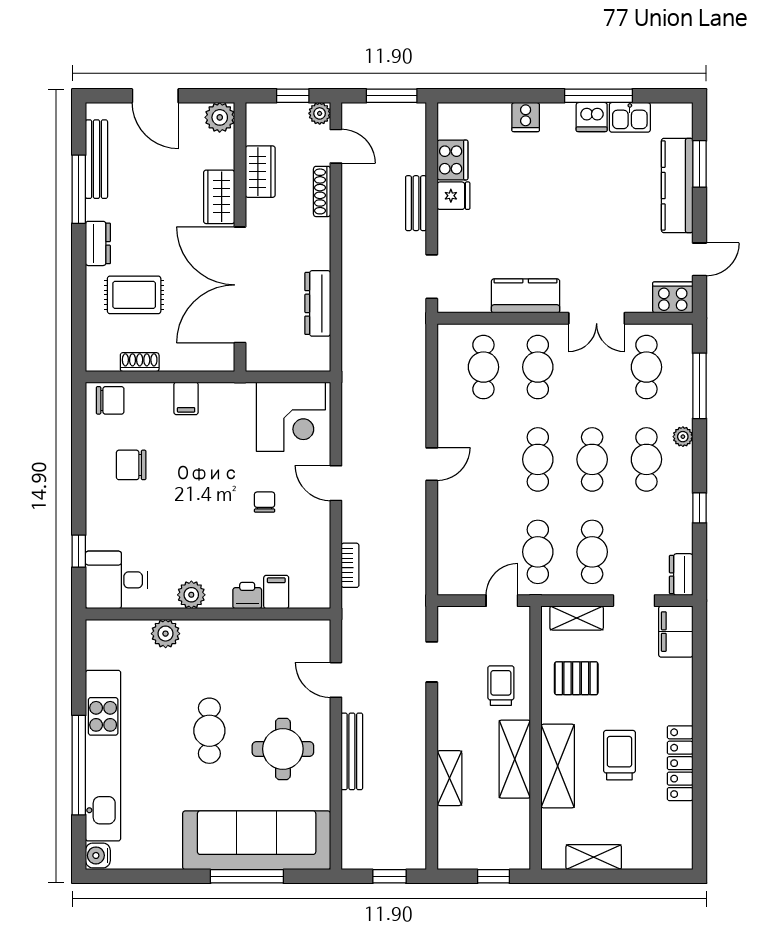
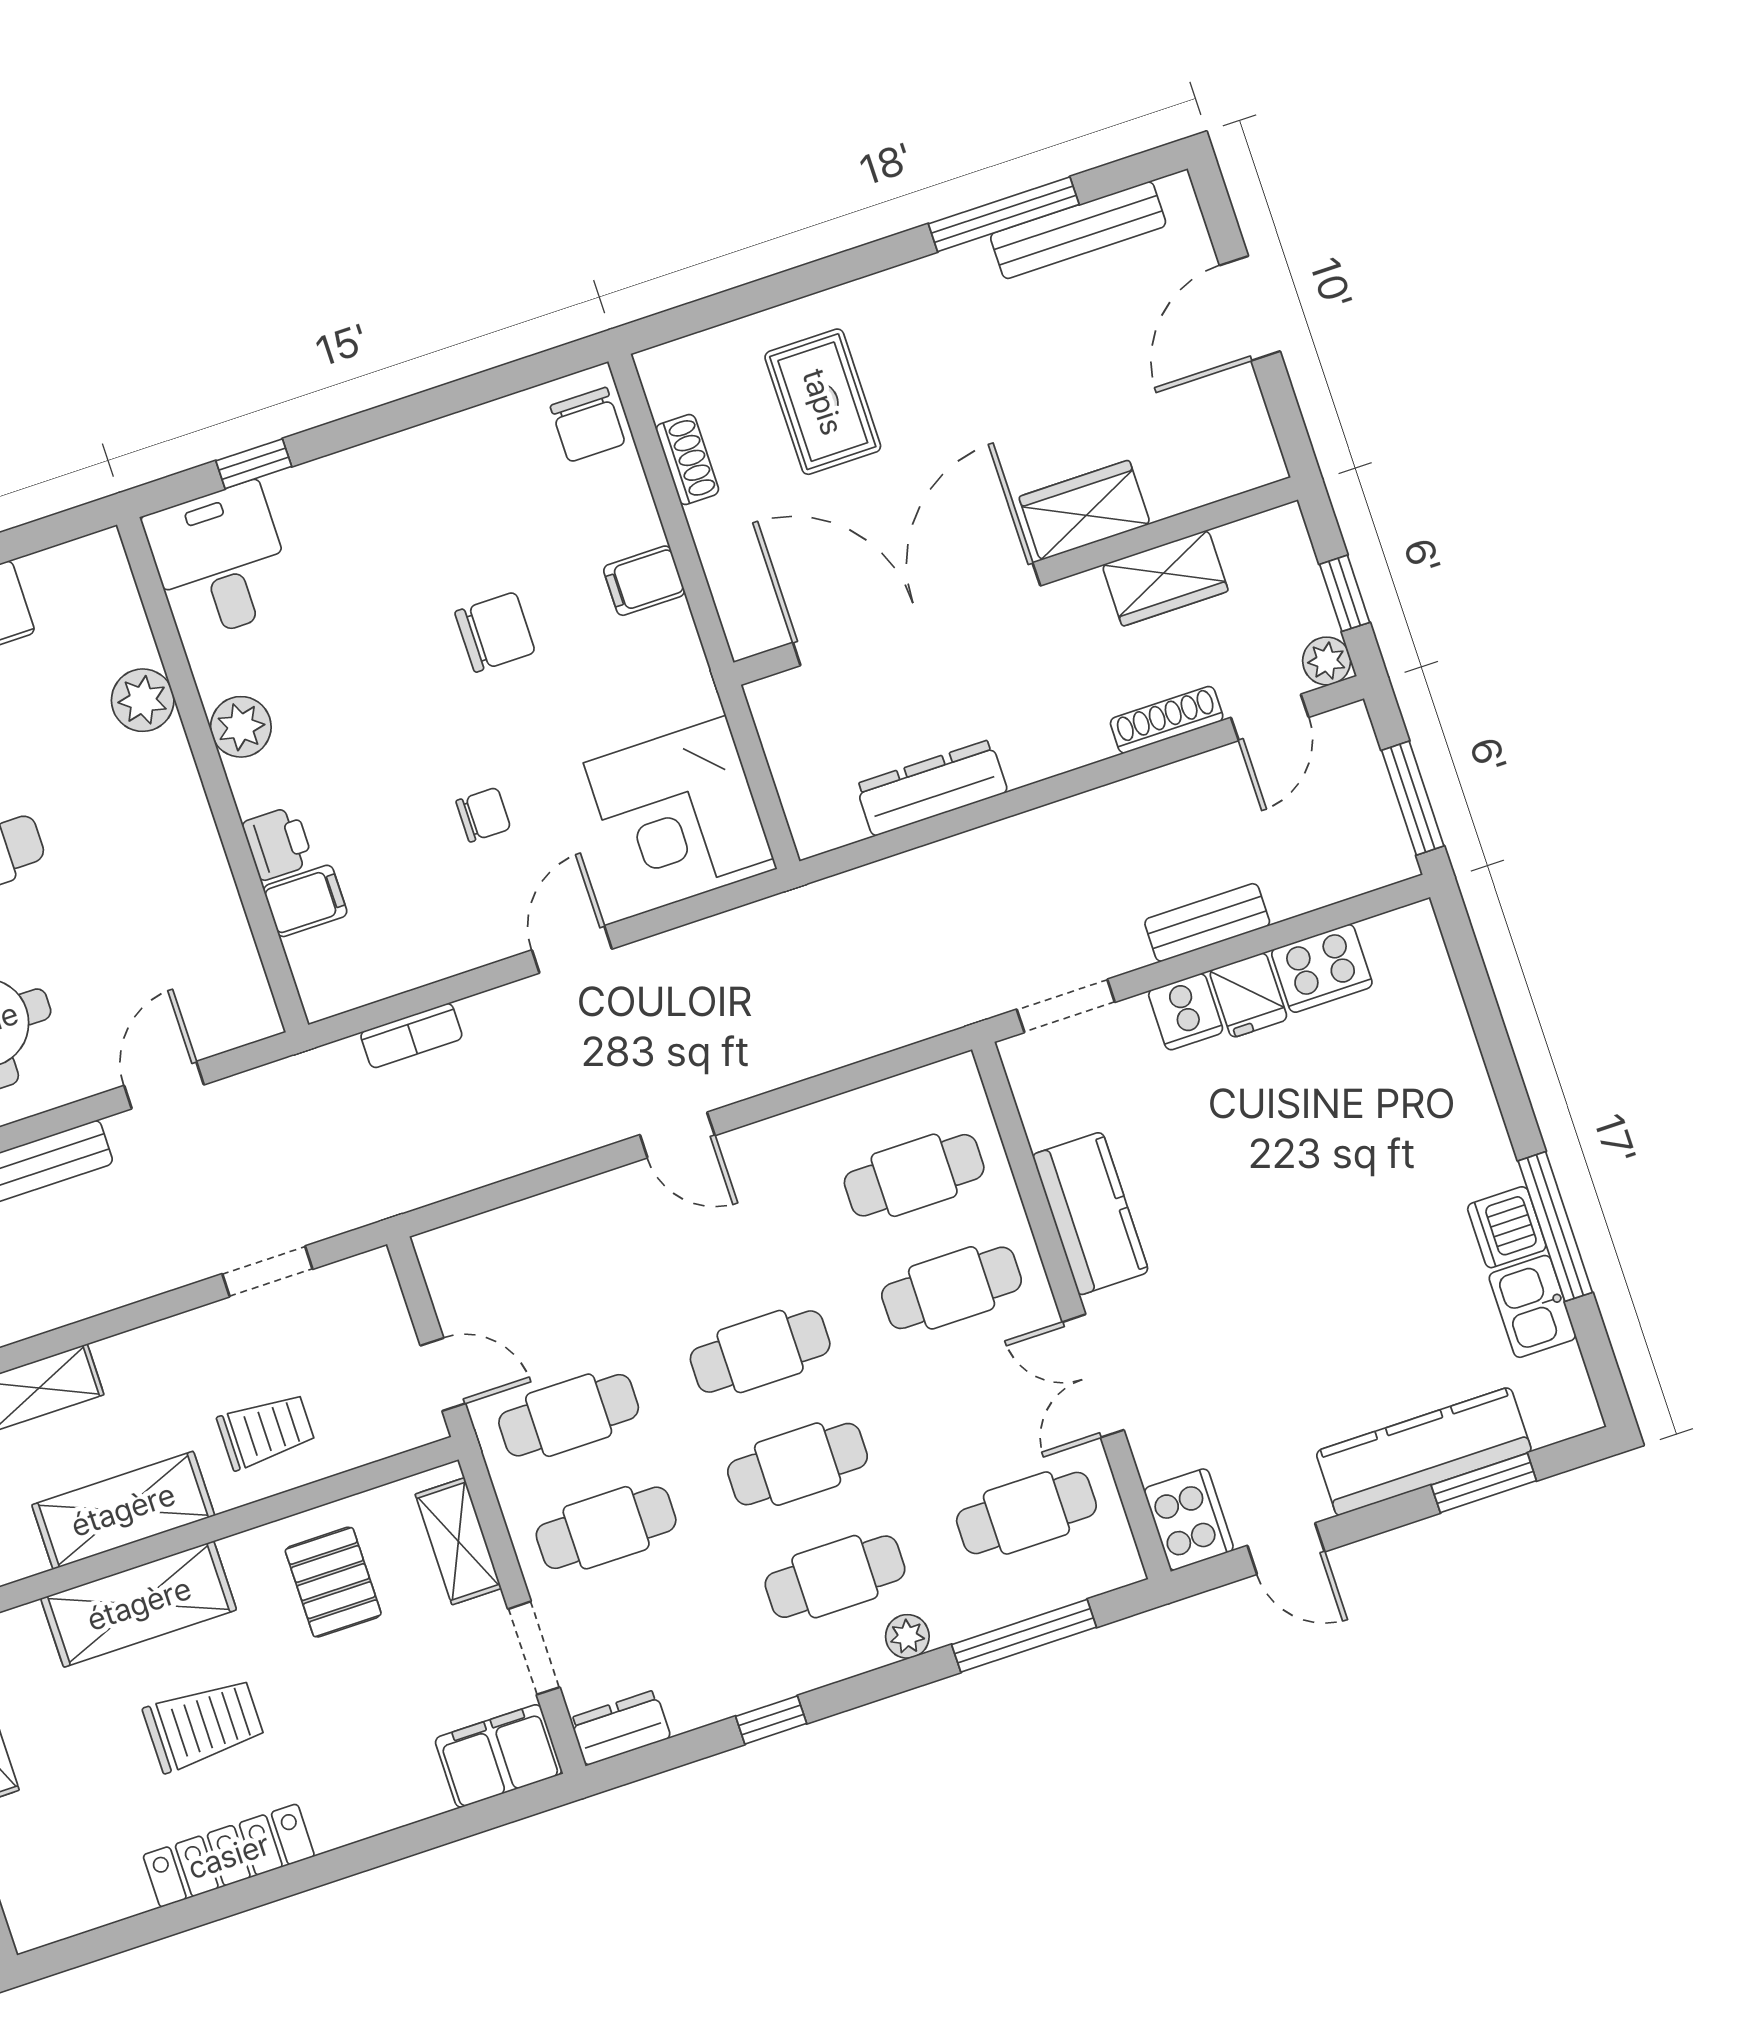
plant: (220, 117) -> (1250, 457), removed
cooker: (526, 117) -> (1186, 1012), moved, turned -90
dresser: (98, 243) -> (904, 291), removed
chair: (131, 465) -> (495, 632), moved, turned 90

